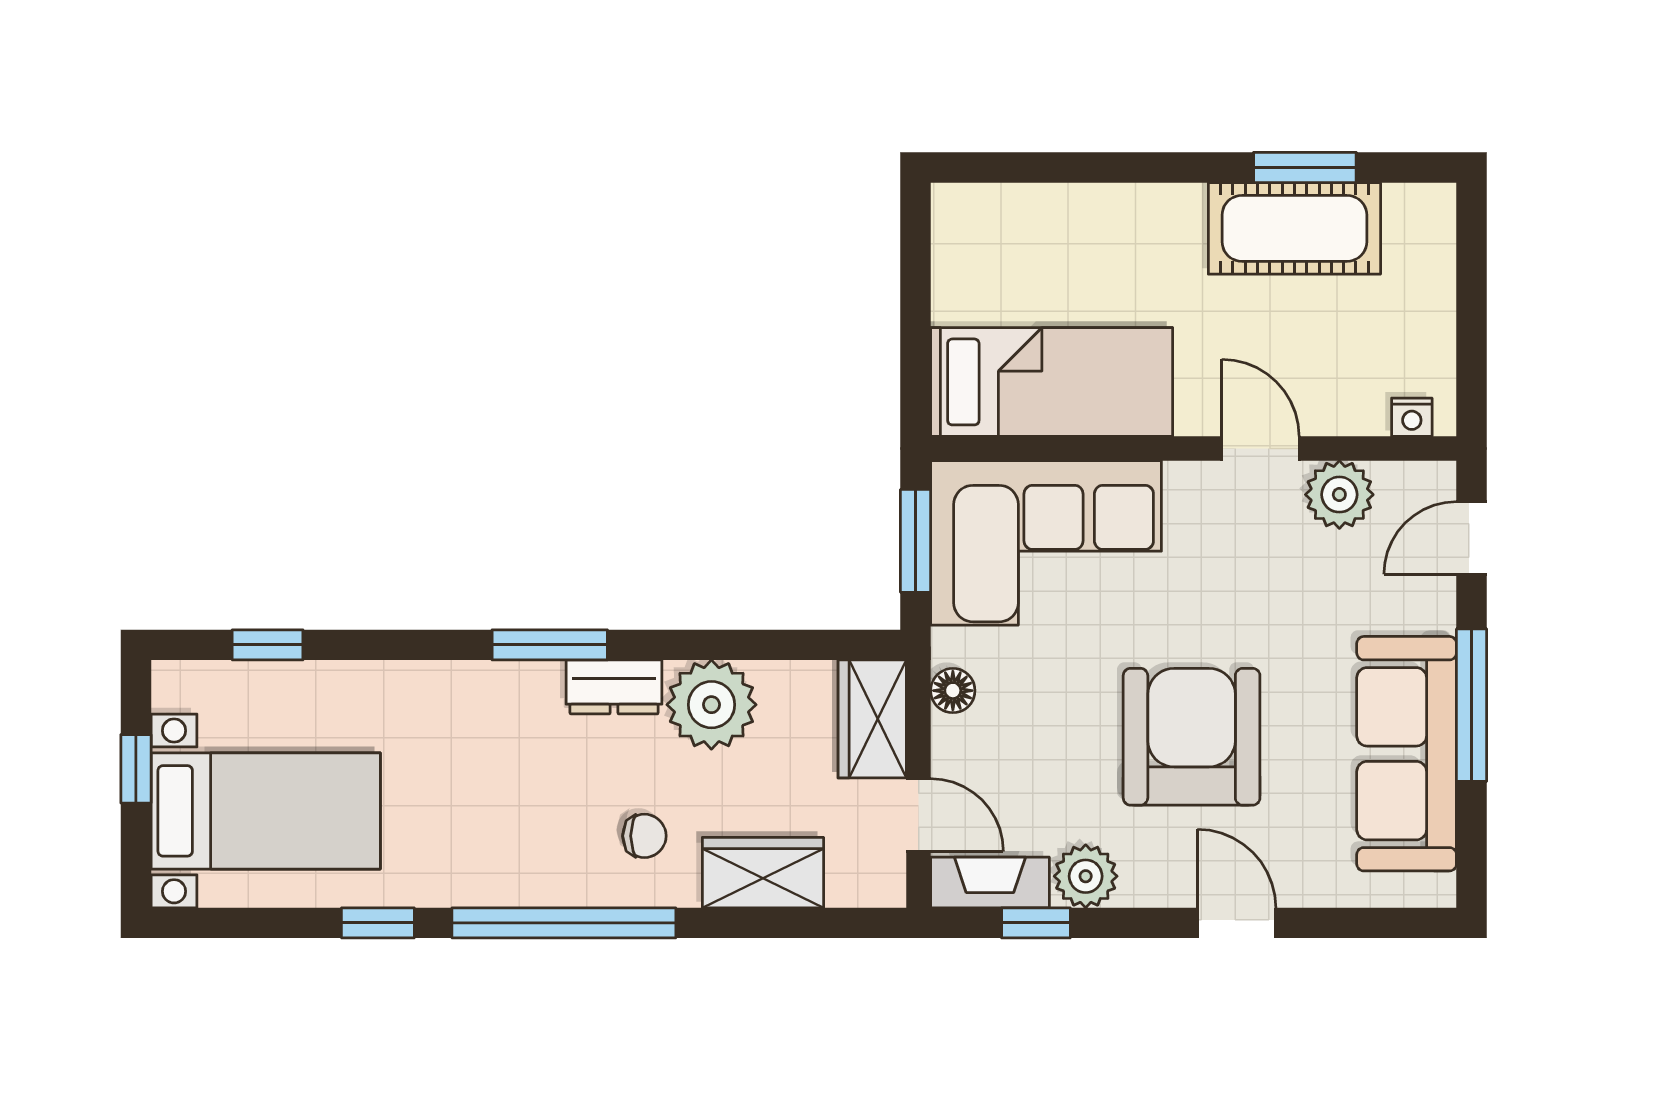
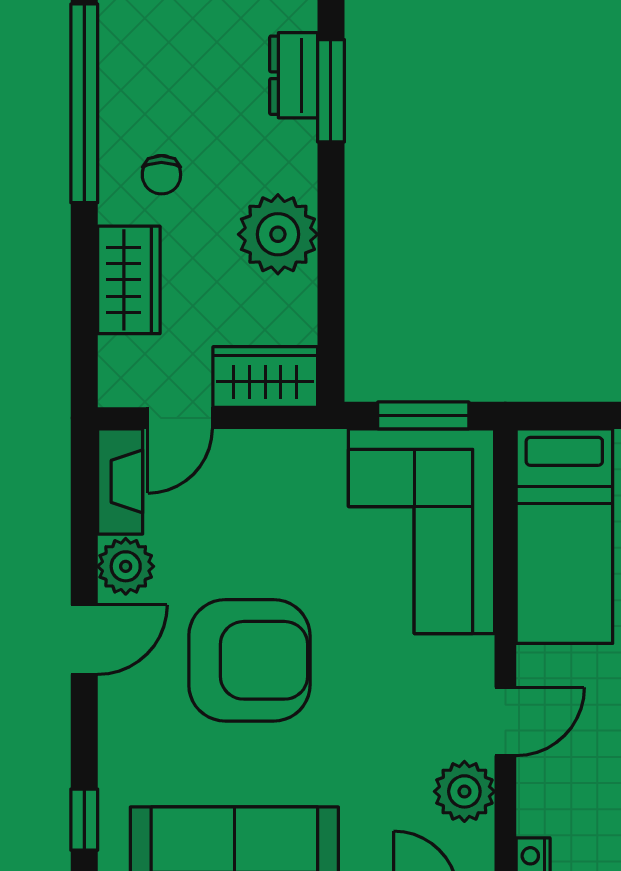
dresser: (614, 687) -> (294, 75), moved
floor lamp: (953, 691) -> (290, 448), removed
window: (1036, 923) -> (84, 820), moved
door: (1237, 923) -> (84, 640), moved

